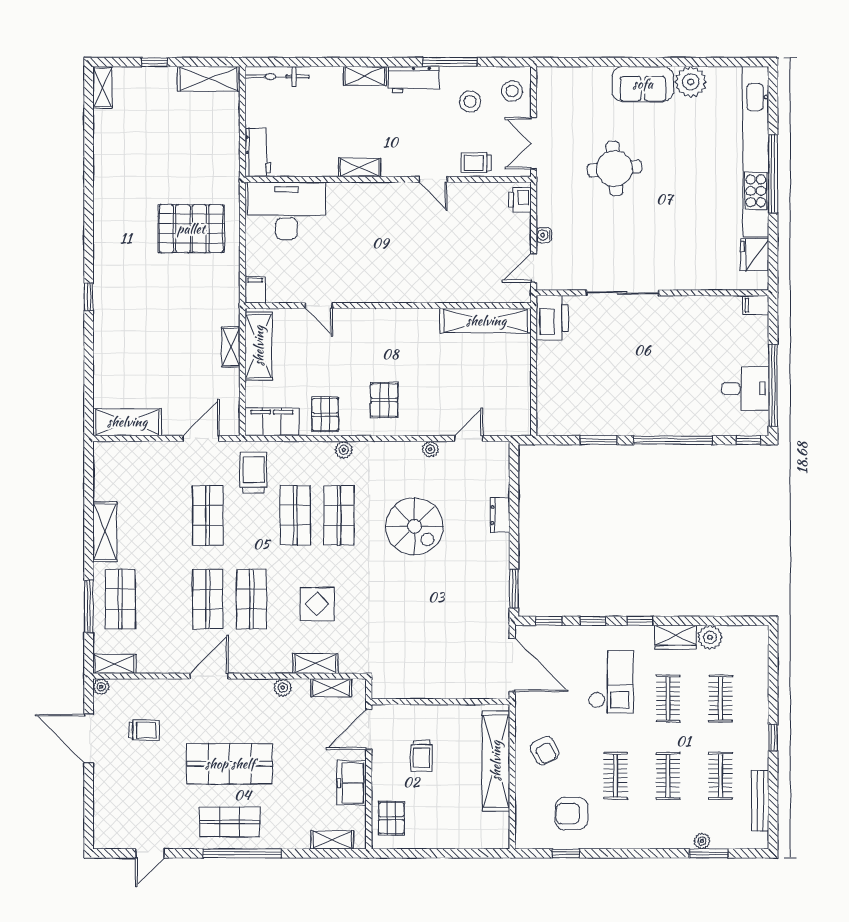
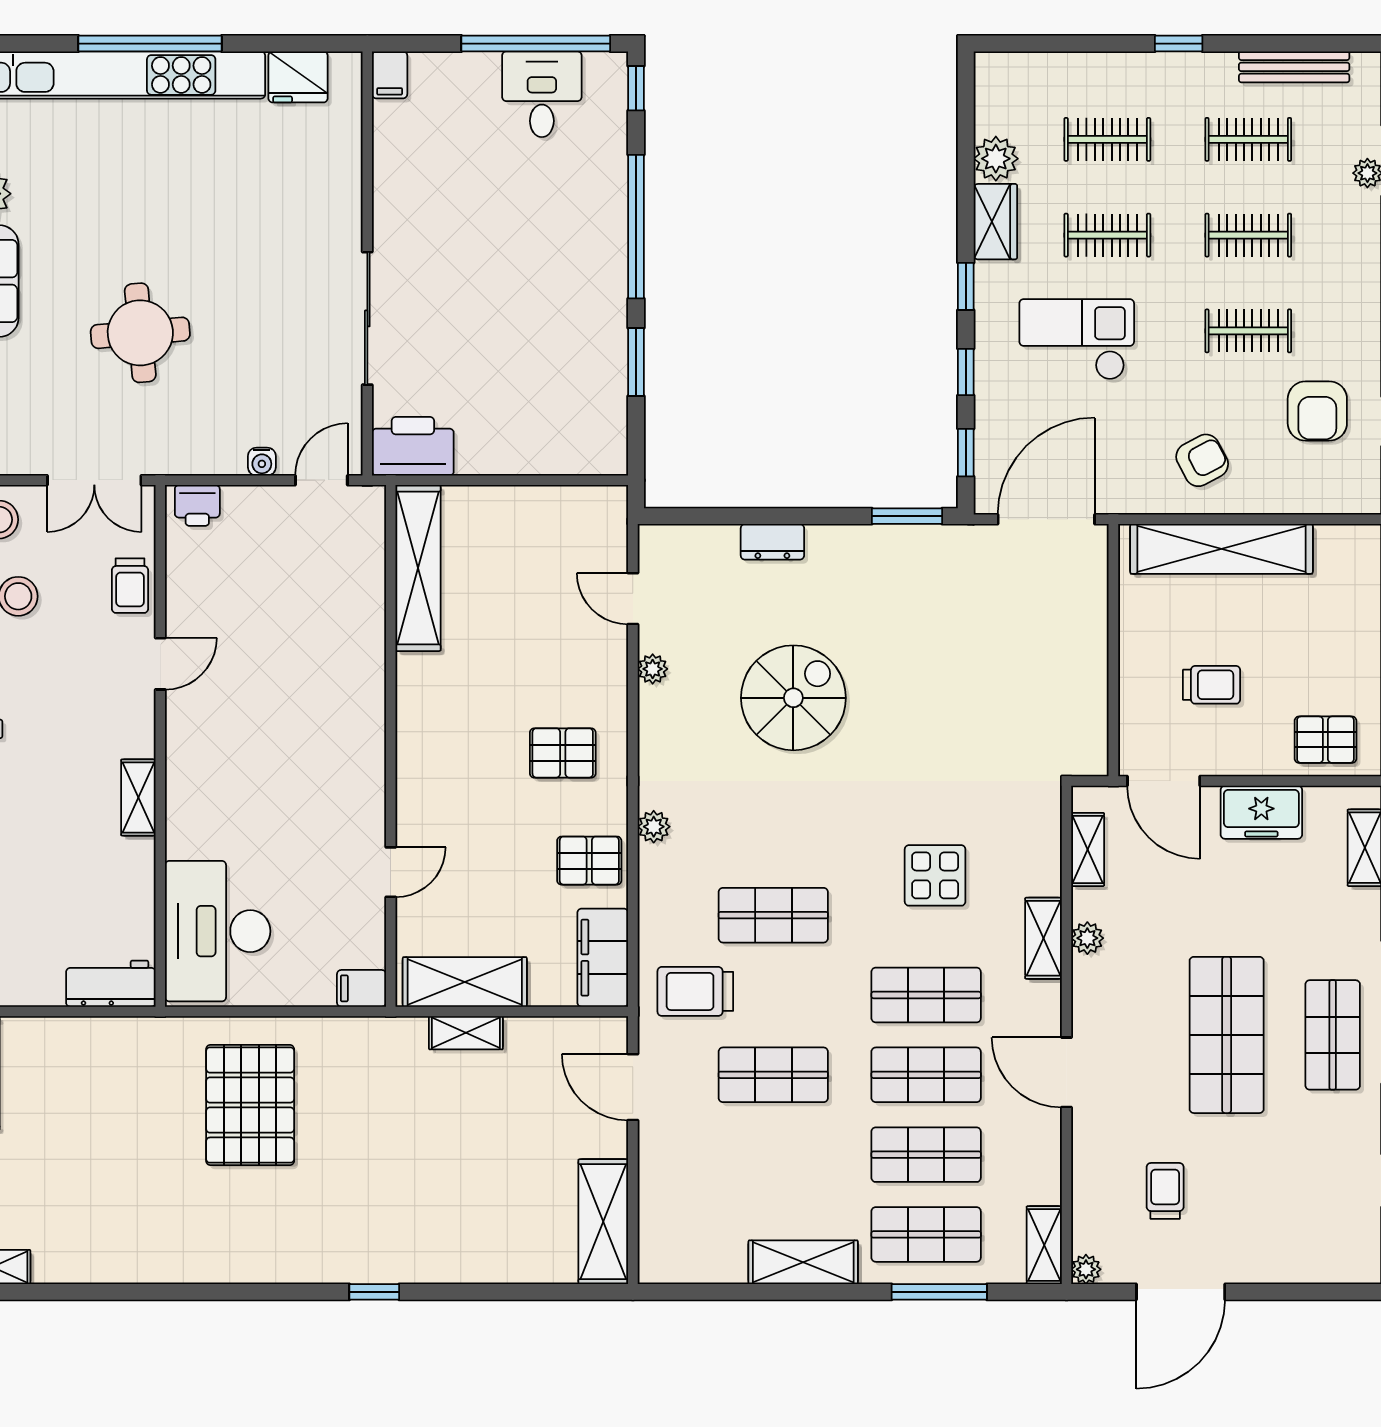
door: (534, 268) -> (321, 480), swing flipped
shop shelf: (339, 515) -> (926, 1155), moved
shelving: (316, 664) -> (1044, 938), moved

